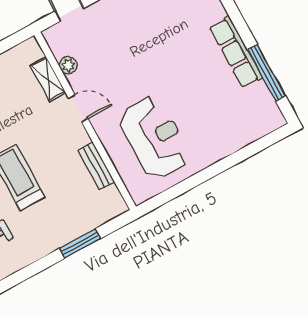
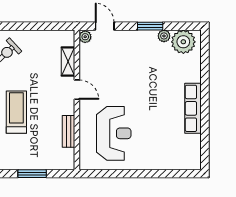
plant: (68, 65) -> (85, 37), moved
window: (267, 73) -> (205, 131), removed

